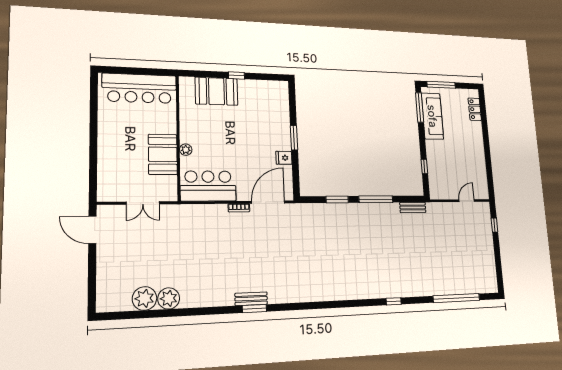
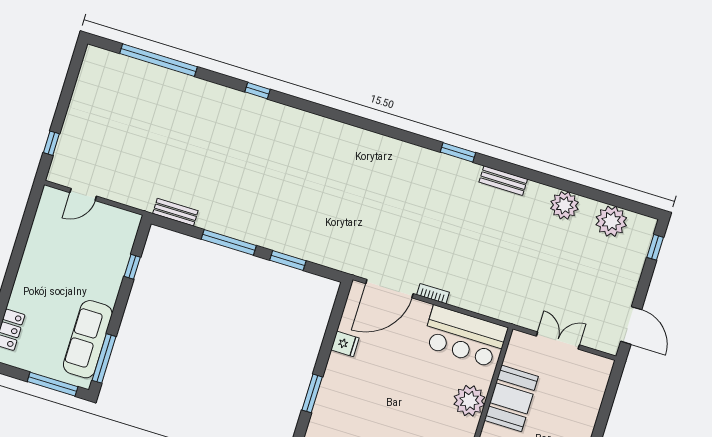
window: (294, 138) -> (312, 393), moved
plant: (186, 150) -> (469, 401), width x1.87, depth x1.87
window: (92, 292) -> (655, 247), added
plant: (144, 298) -> (611, 221), moved
bench: (251, 299) -> (503, 181), moved

